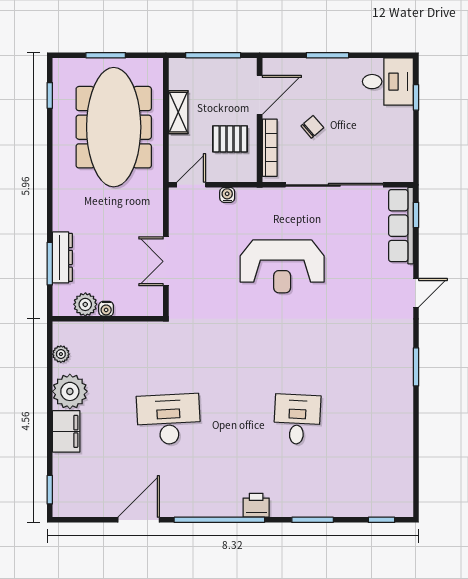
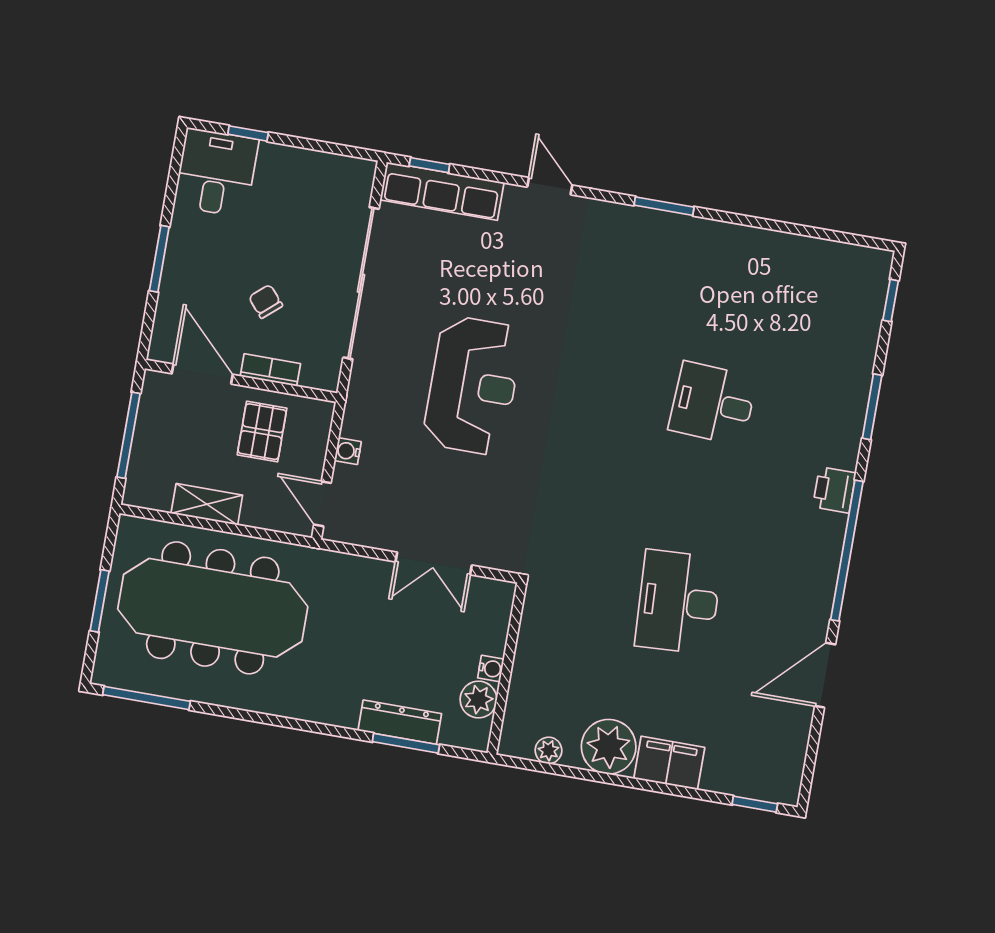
window: (50, 95) -> (146, 698), width x2.17
bookcase: (270, 148) -> (270, 370), width x0.64
door: (139, 520) -> (825, 675), hinge flipped

